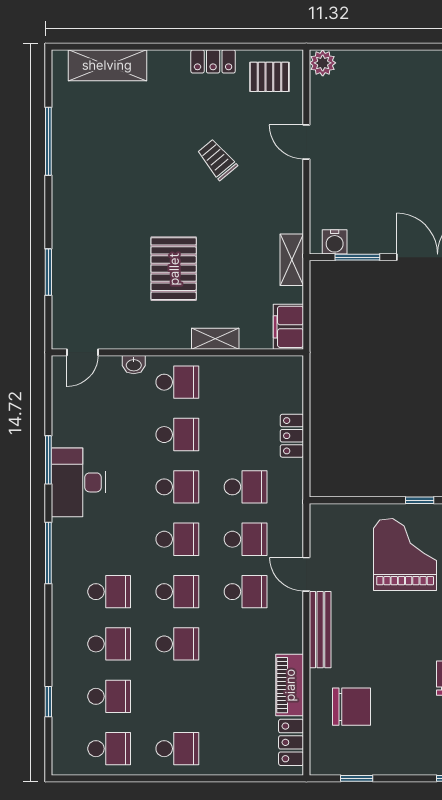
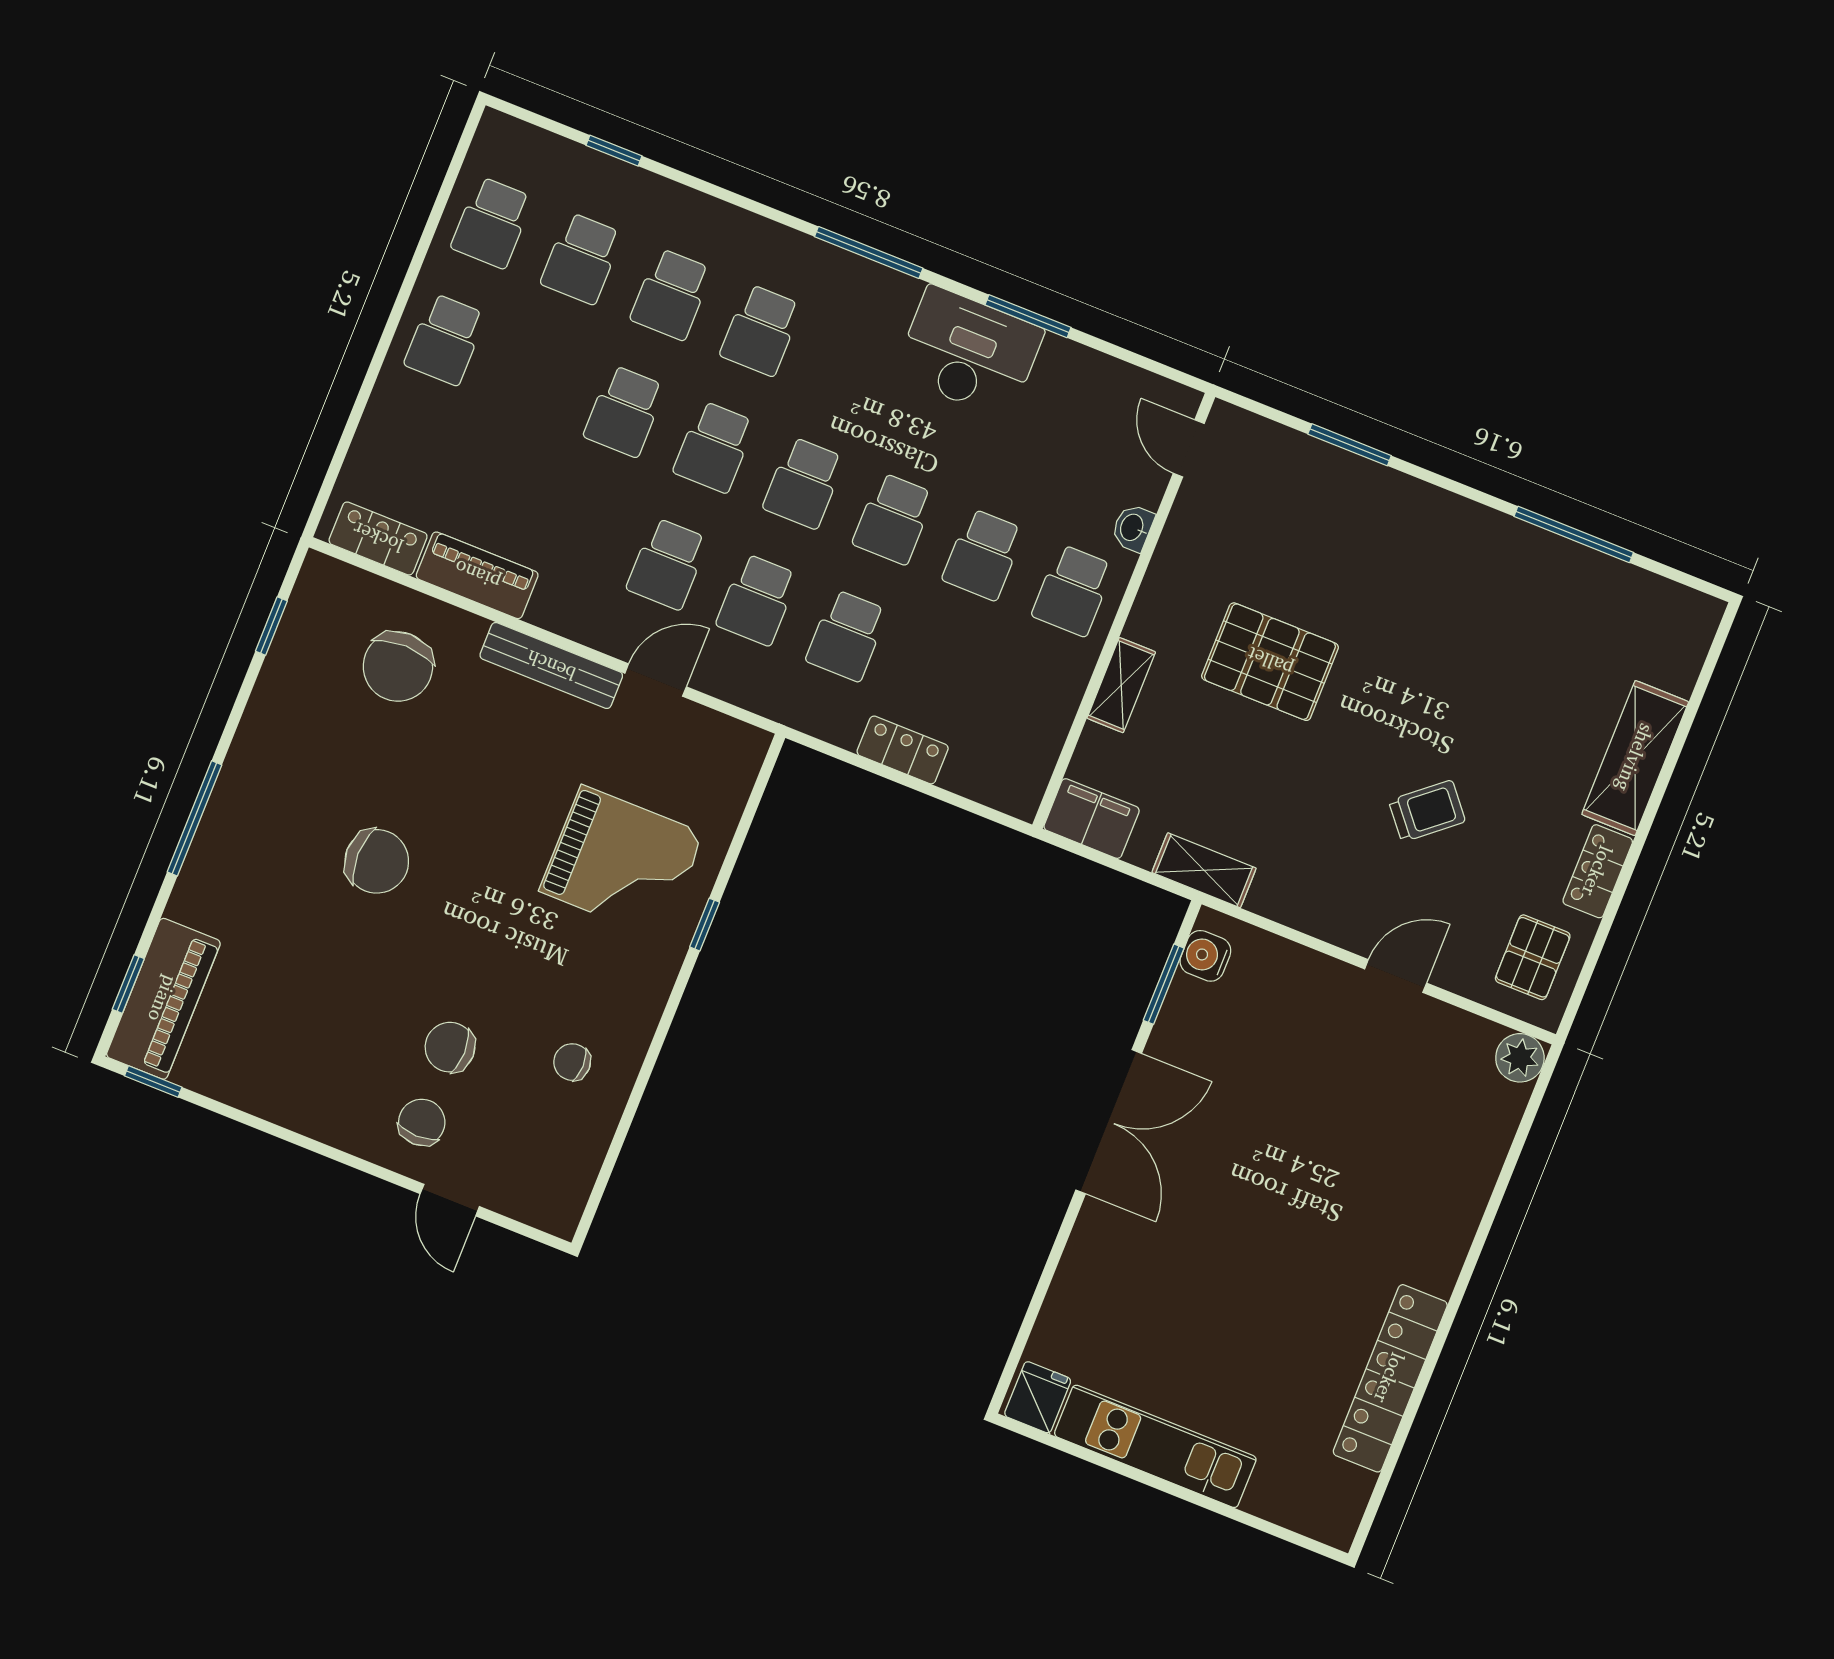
shelving: (107, 65) -> (1635, 758), moved

